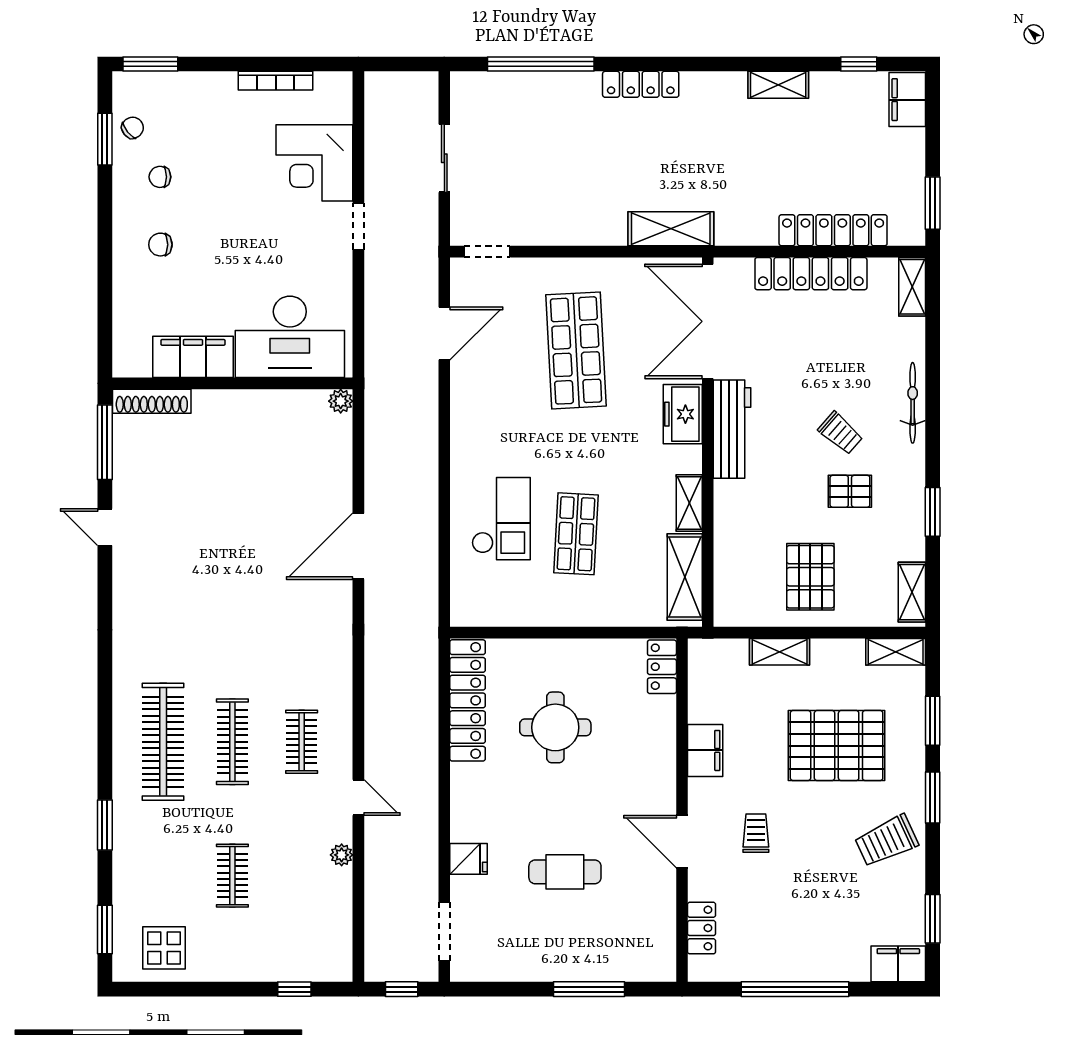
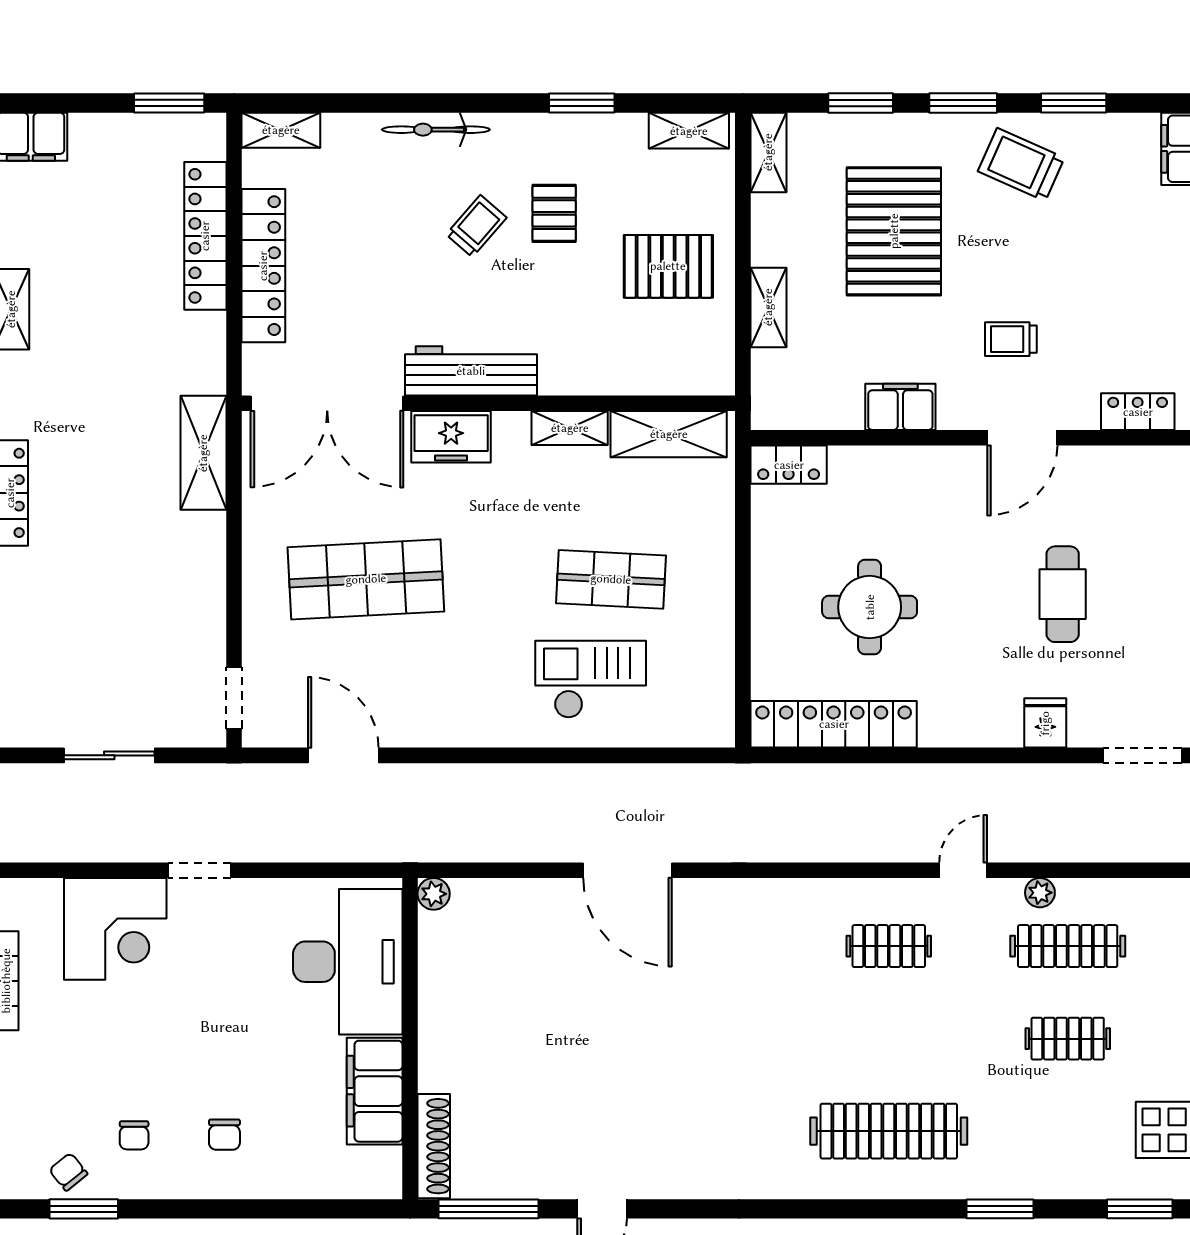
clothes rail: (232, 742) -> (1068, 946), moved
trolley: (887, 841) -> (1021, 164), turned 139
window: (933, 919) -> (1074, 103), moved

